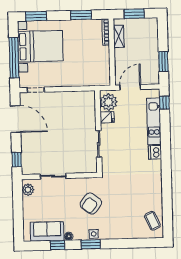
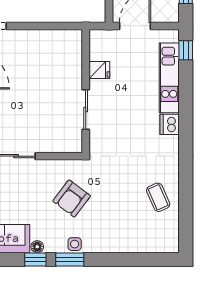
plant: (108, 102) -> (102, 47), removed
coffee table: (152, 221) -> (158, 197), moved
window: (58, 245) -> (35, 260), moved

